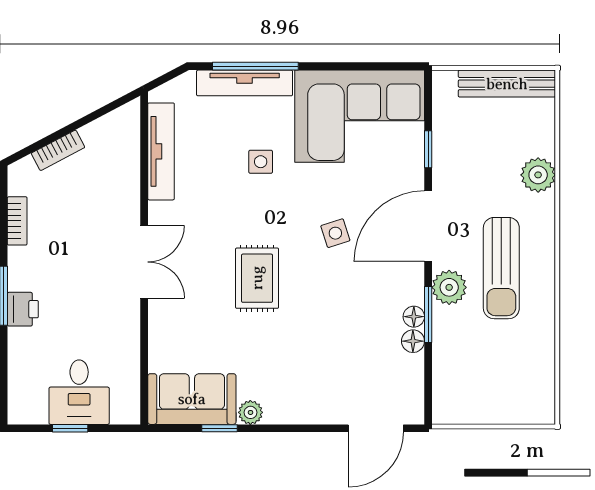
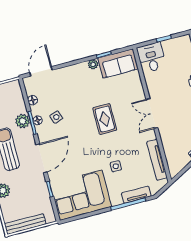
tv unit: (245, 83) -> (136, 195), width x0.71
side table: (335, 233) -> (56, 117), moved
plant: (449, 287) -> (23, 121), moved
floor lamp: (413, 341) -> (33, 100), moved
desk: (79, 392) -> (152, 57), moved

